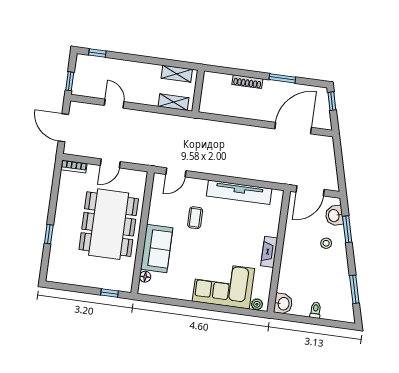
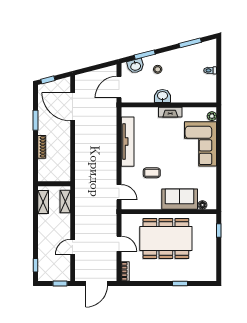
door: (310, 191) -> (119, 87), swing flipped
washbasin: (283, 304) -> (162, 96), moved

